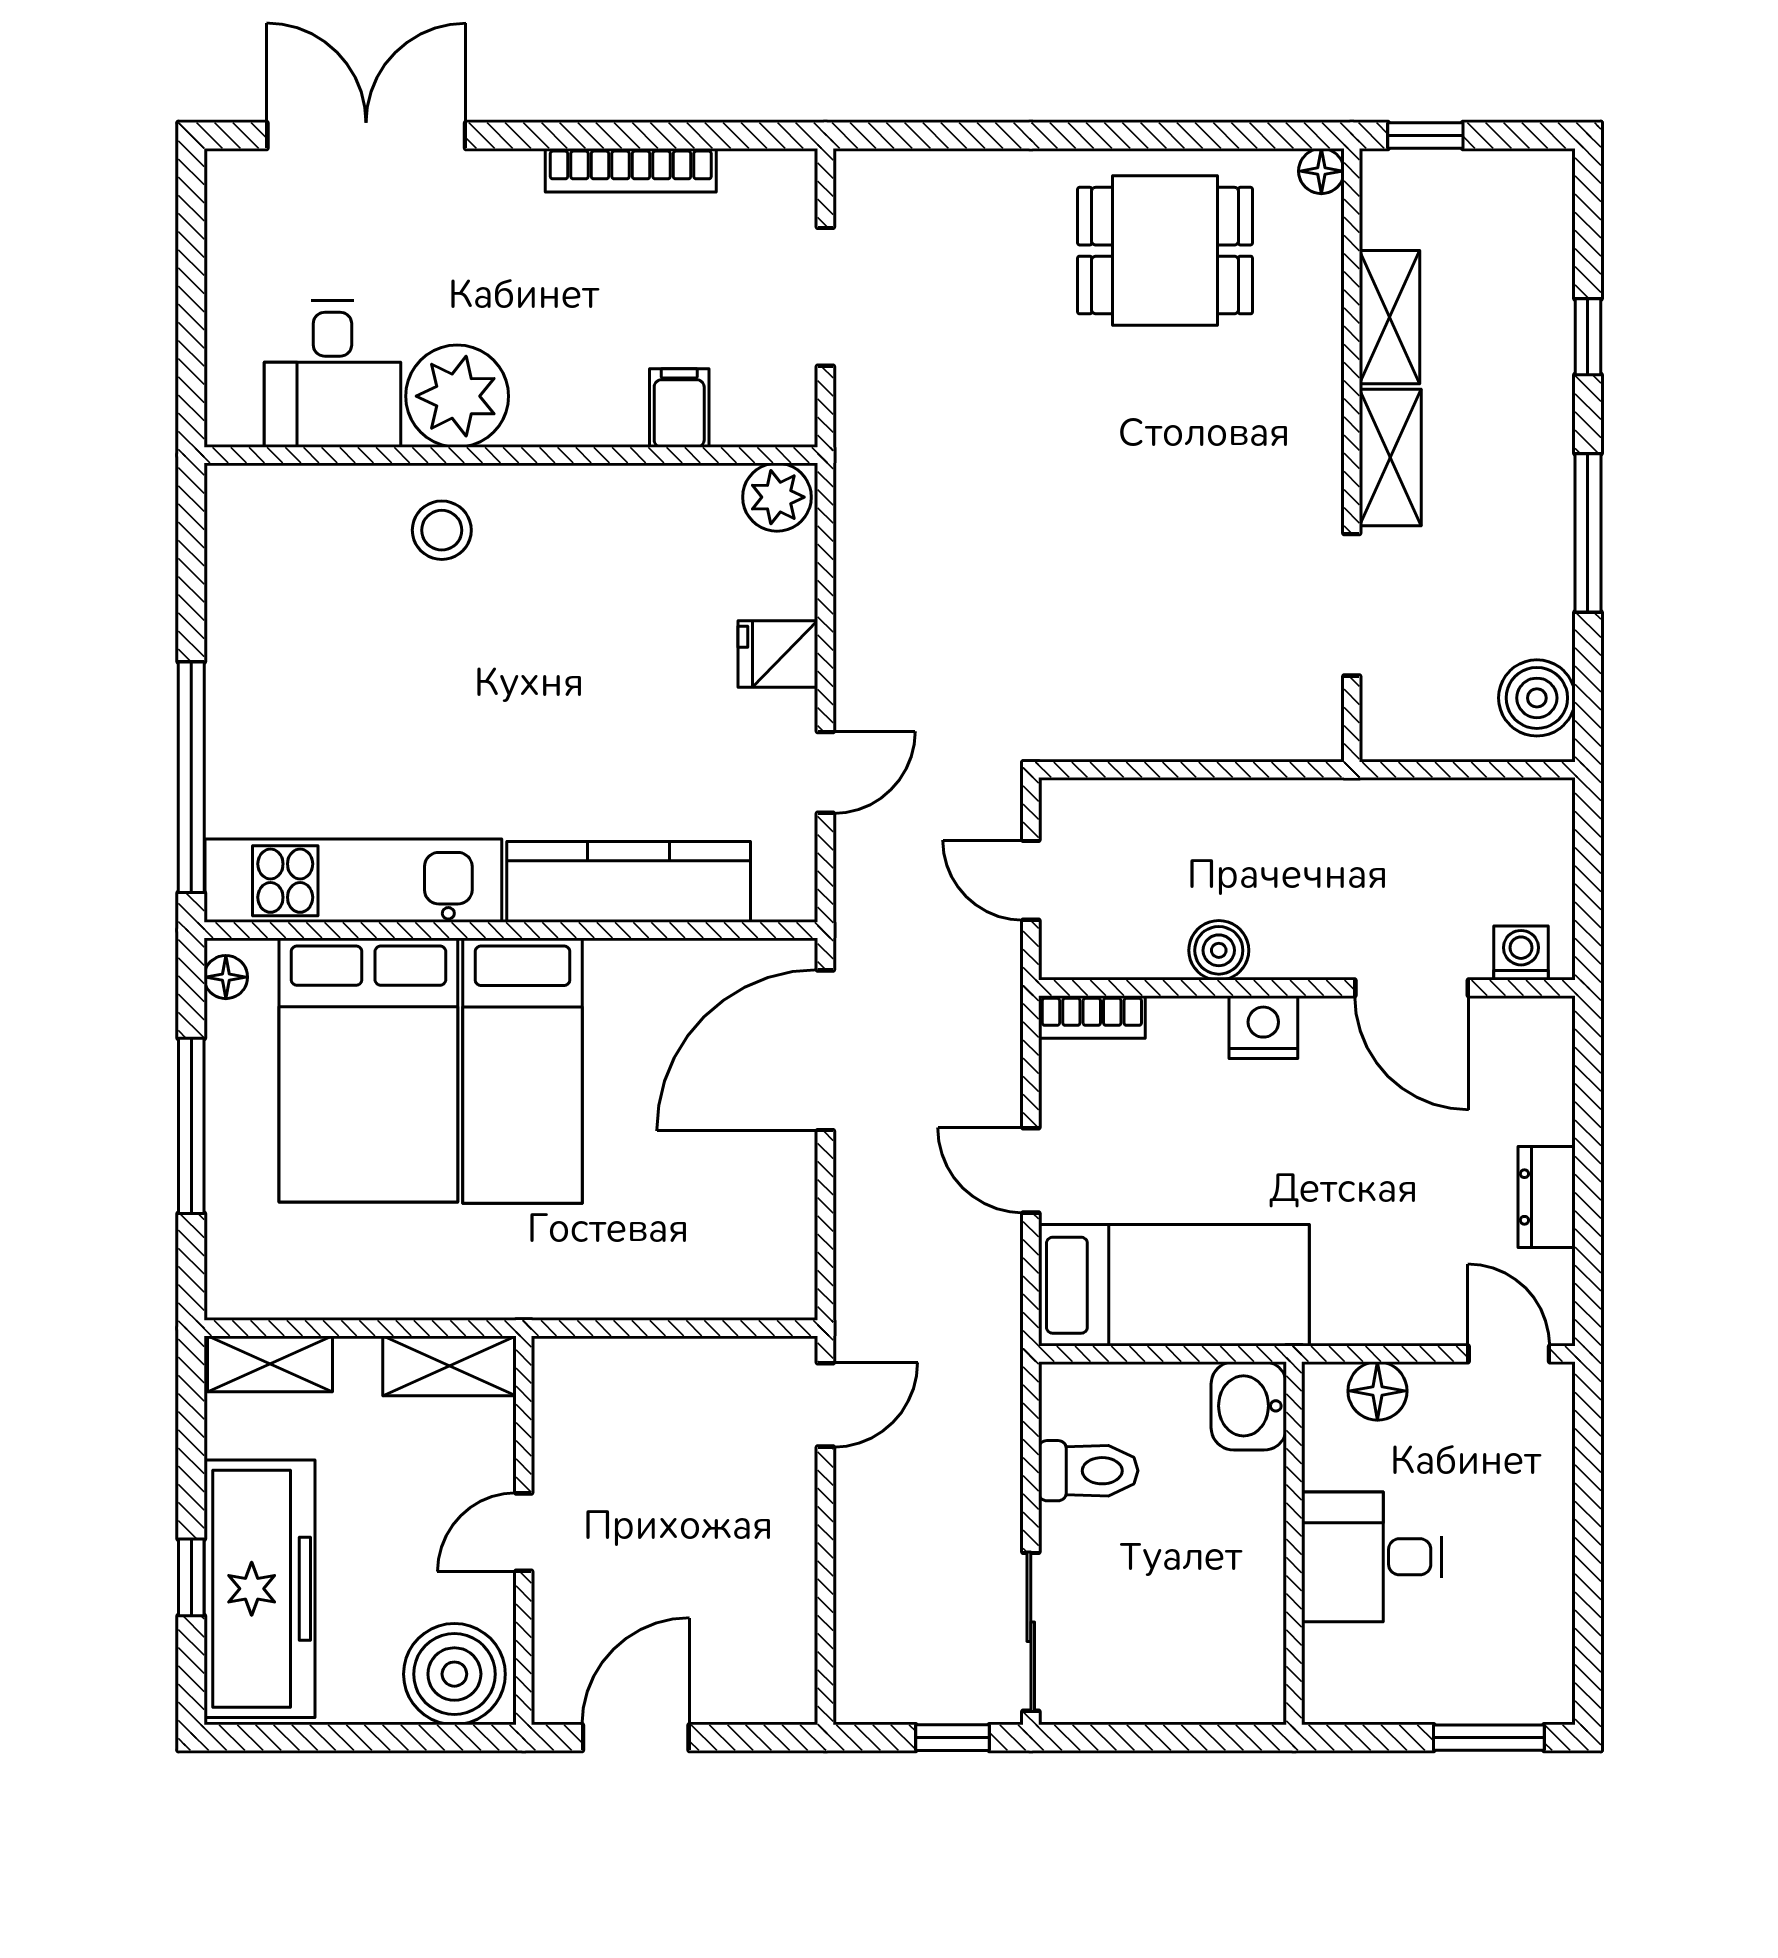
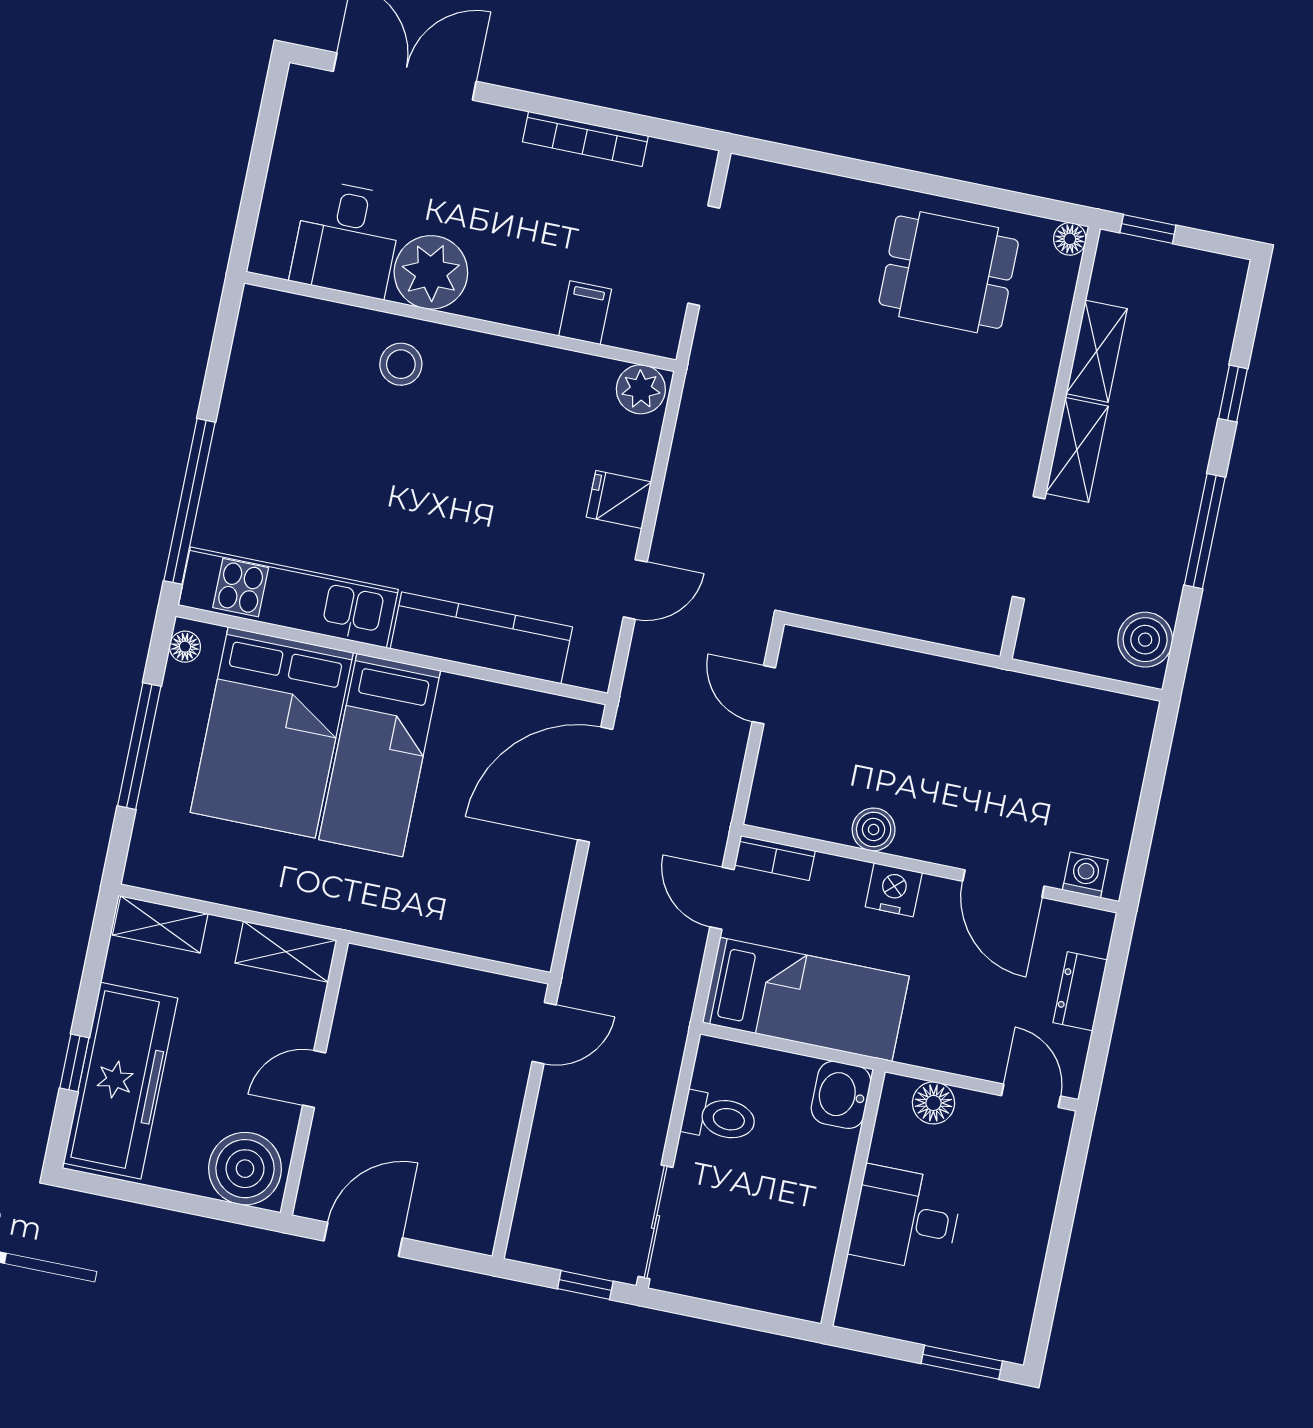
boiler: (1219, 950) -> (874, 829), moved
washing machine: (1521, 953) -> (1085, 875), moved
wall: (1307, 988) -> (930, 869), moved
door: (1412, 988) -> (1003, 884), moved
bookcase: (1092, 1017) -> (775, 858), moved
nightstand: (1263, 1027) -> (894, 890), moved

